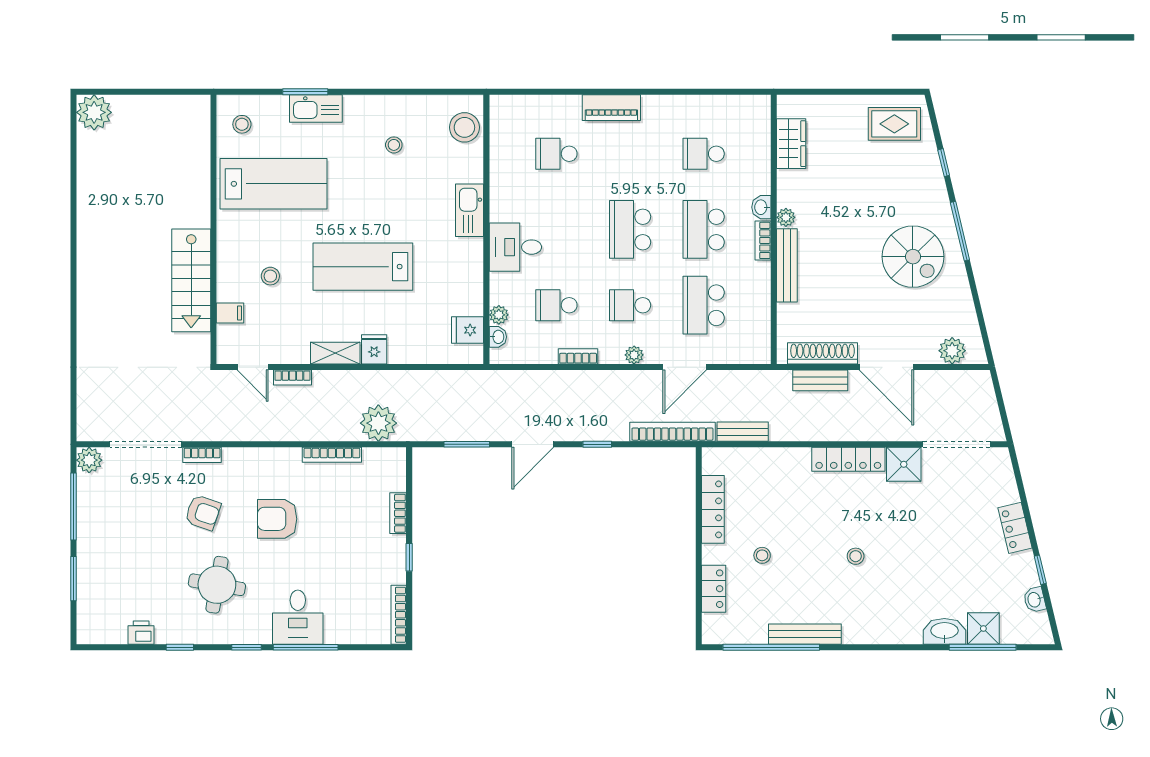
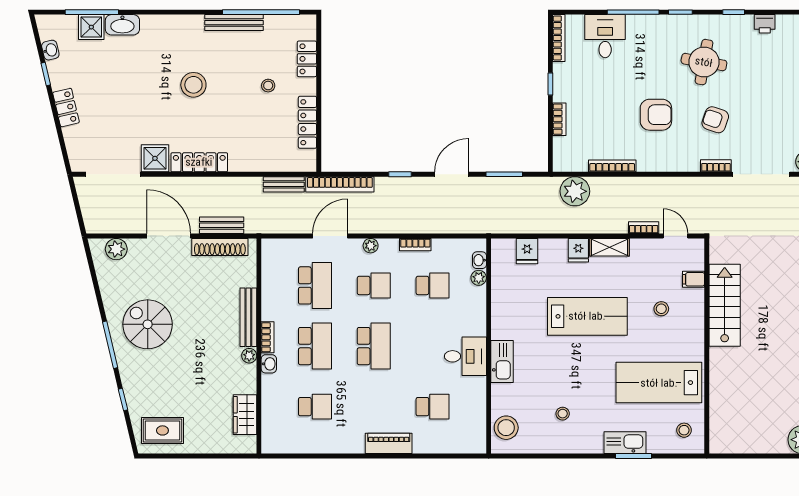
desk: (515, 247) -> (465, 356), moved
fridge: (468, 330) -> (527, 251), moved, turned 90
stool: (856, 556) -> (193, 85), width x1.89, depth x1.89
desk: (298, 617) -> (605, 36), moved

